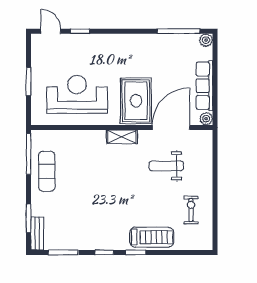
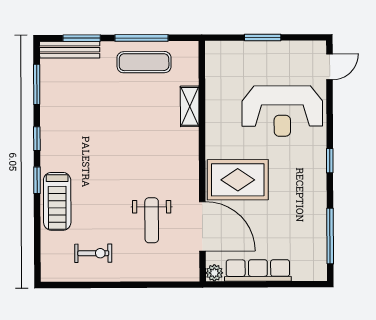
window: (80, 31) -> (330, 161), moved
plant: (206, 40) -> (318, 272), removed
reception desk: (77, 94) -> (282, 111), moved, turned 90
shelving: (122, 137) -> (190, 106), moved
window: (28, 154) -> (141, 38), moved
weight bench: (166, 166) -> (152, 220), turned 180
bench: (37, 233) -> (70, 50), width x1.36

